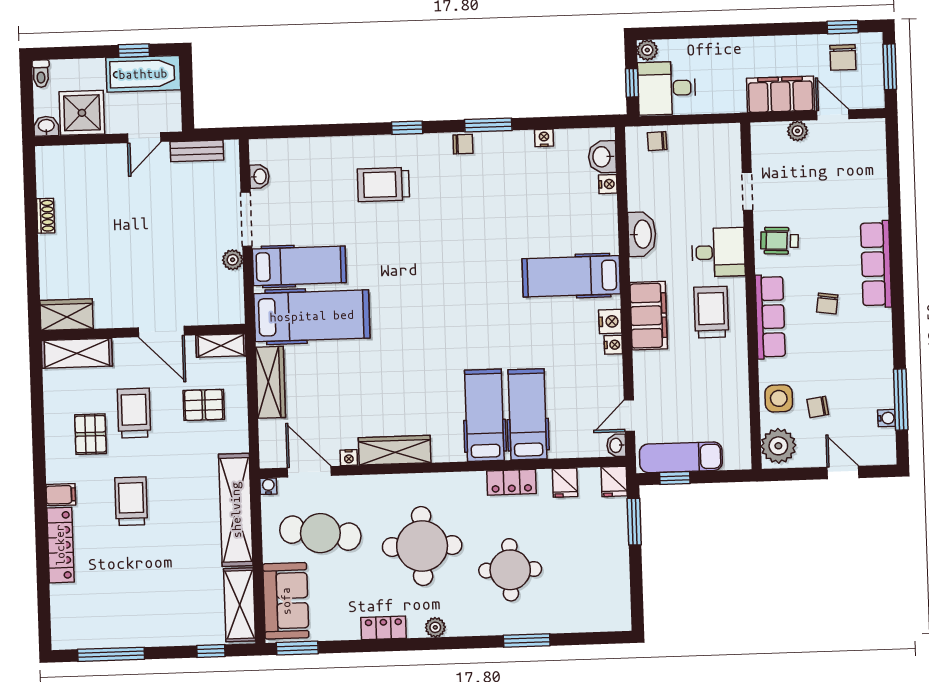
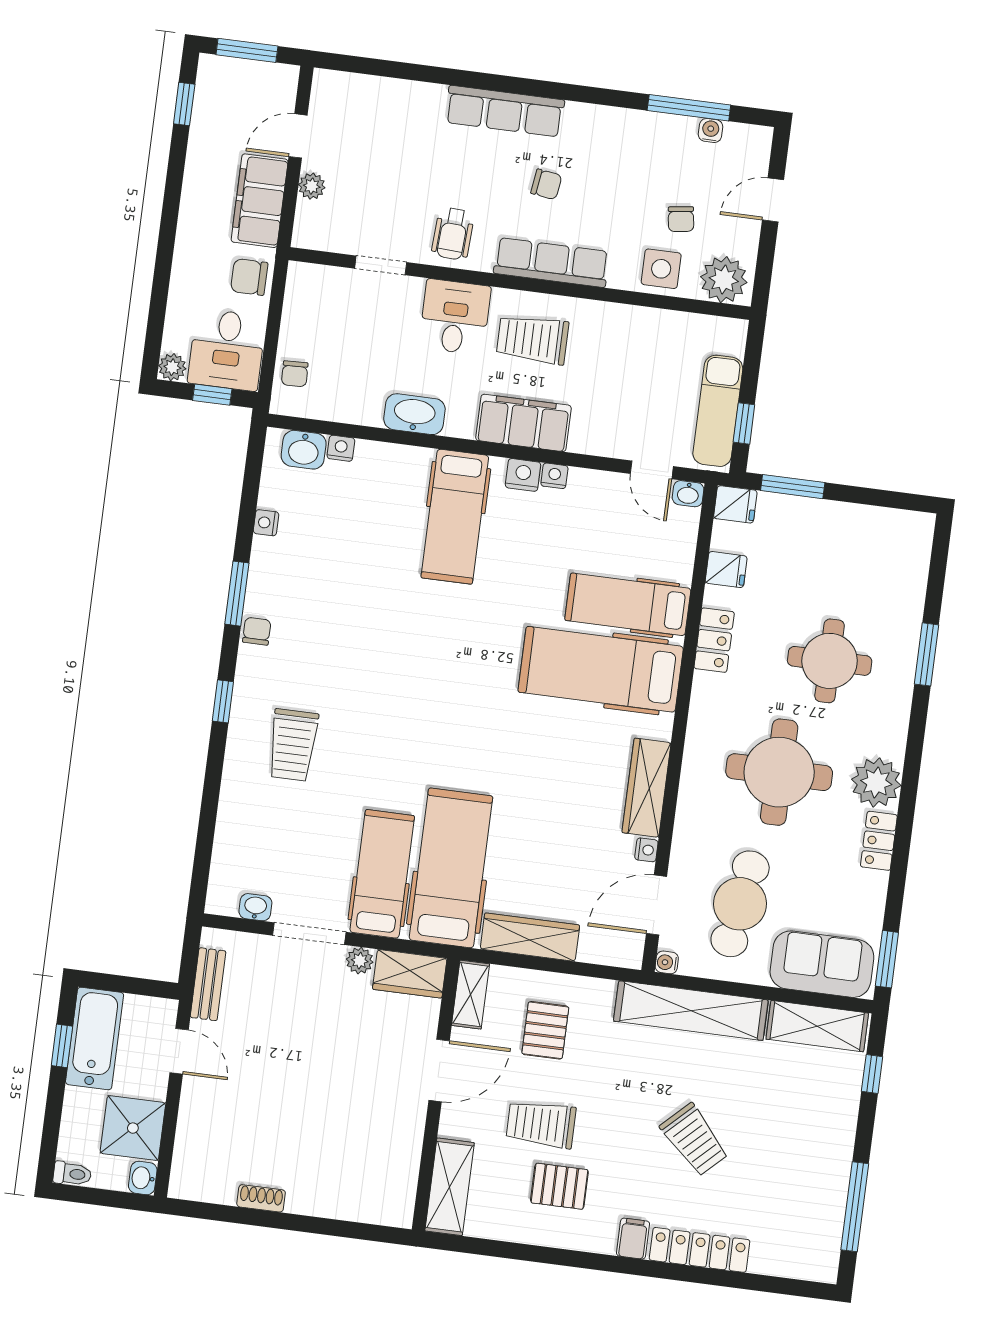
chair: (843, 57) -> (249, 277), moved, turned 180
wardrobe: (67, 315) -> (410, 974), moved, turned -90
hospital bed: (484, 415) -> (601, 669), width x1.37, depth x1.29
trolley: (131, 501) -> (694, 1140), moved, turned -134
plant: (435, 627) -> (876, 782), width x1.88, depth x1.88

